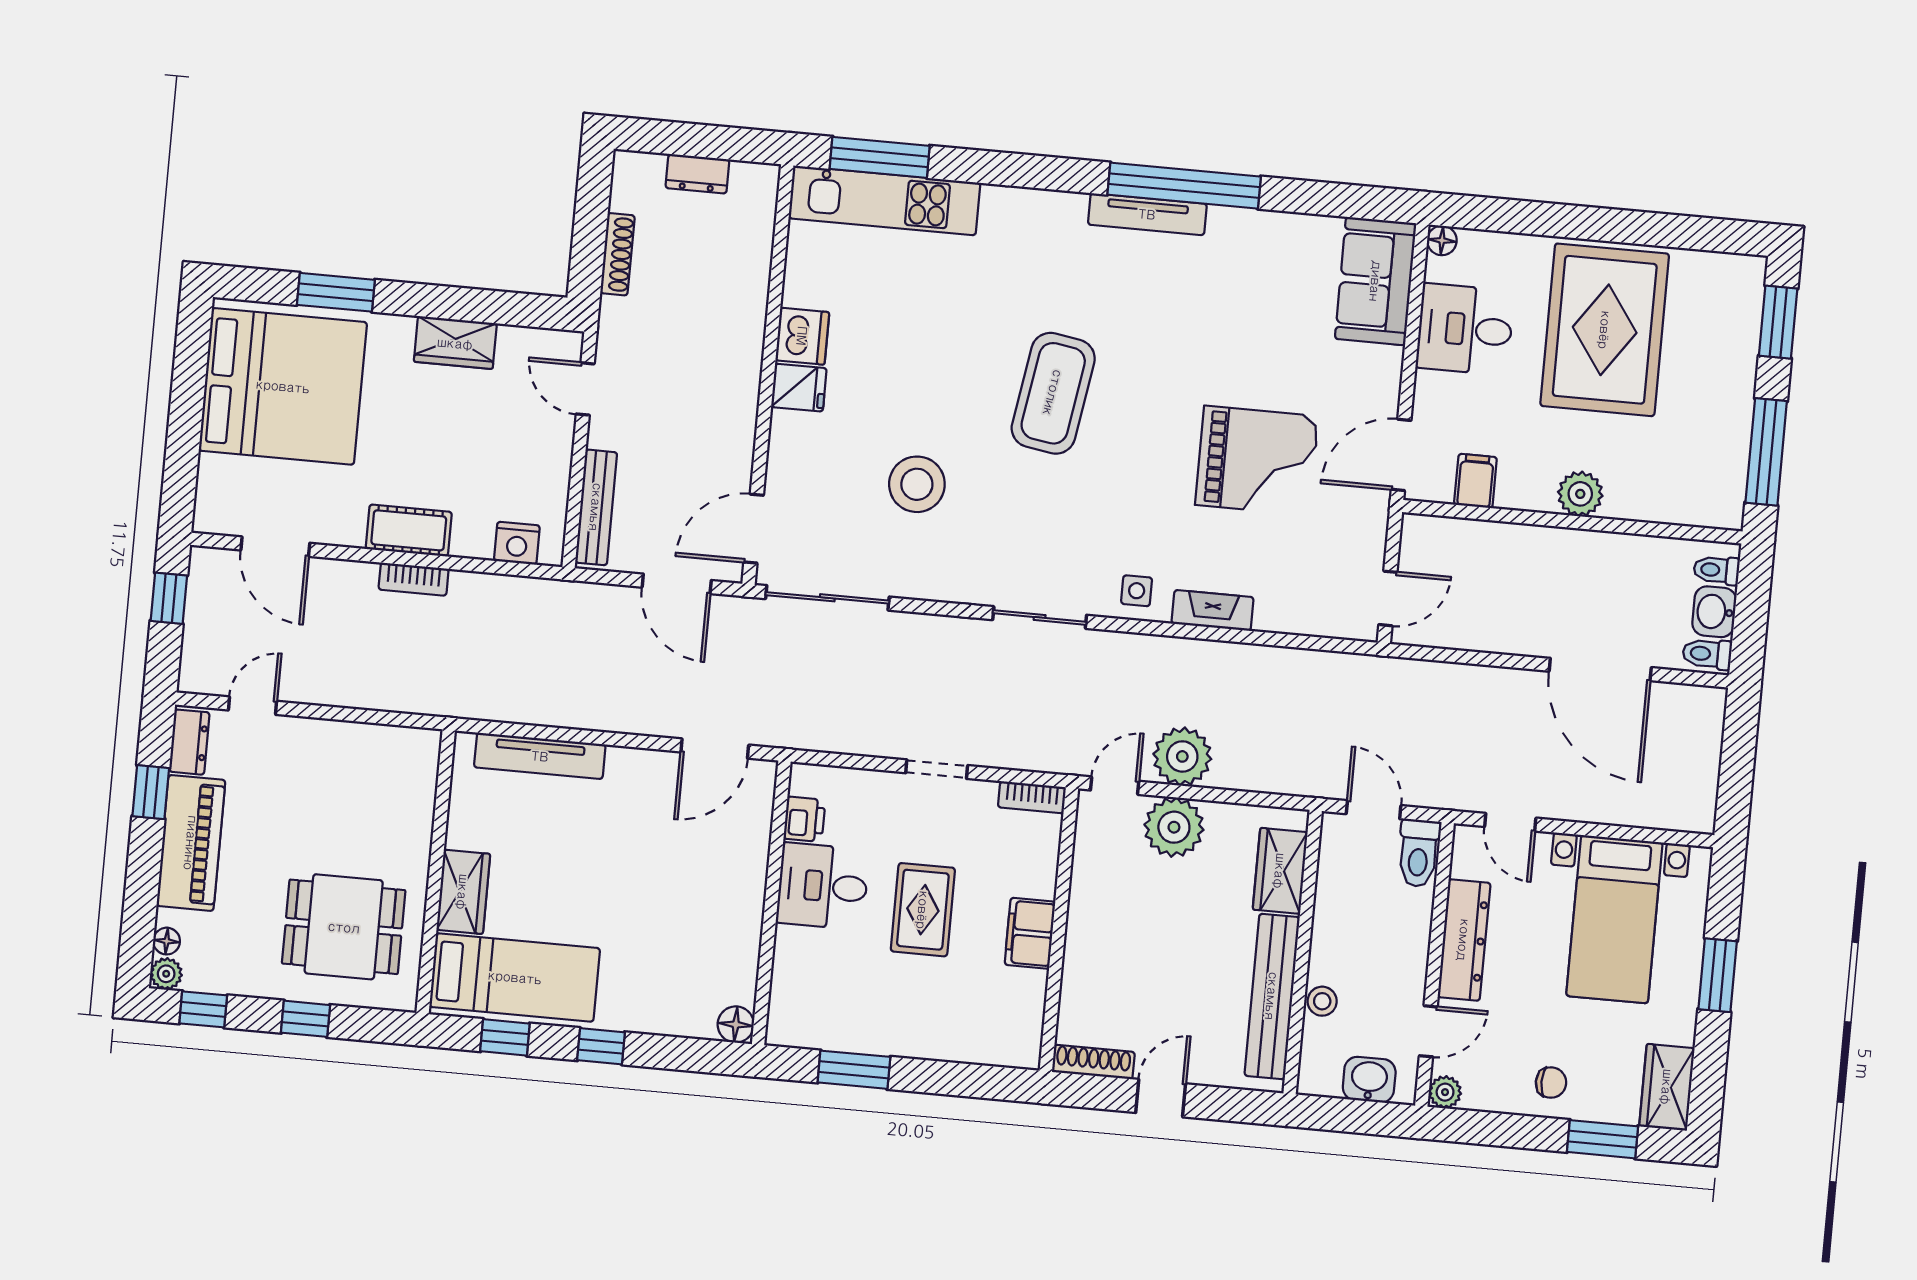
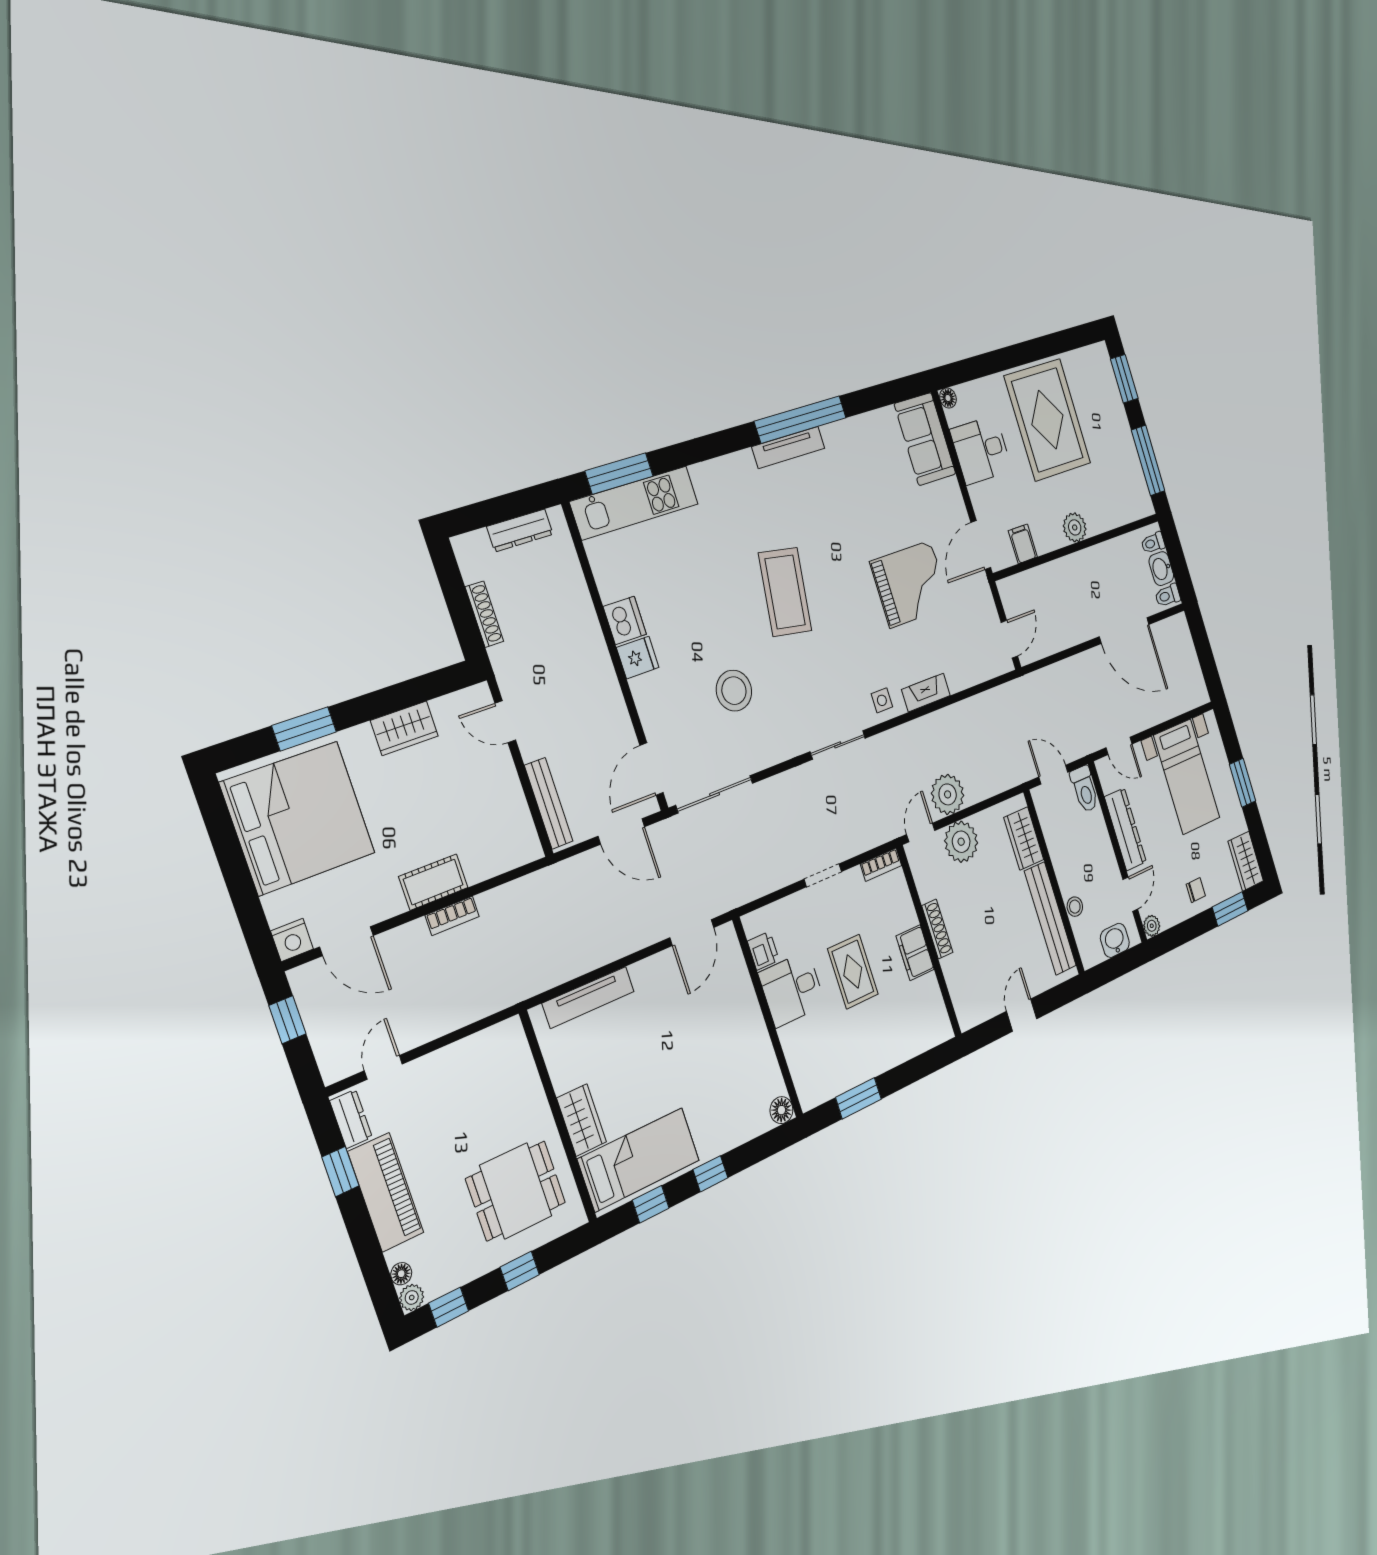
dresser: (697, 174) -> (520, 530), width x1.44
nightstand: (517, 543) -> (292, 940), moved
shoe rack: (1093, 1062) -> (937, 929), moved, turned 90

